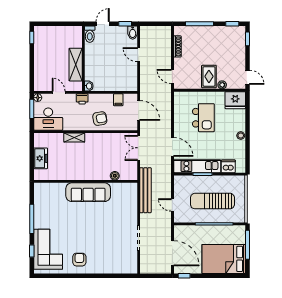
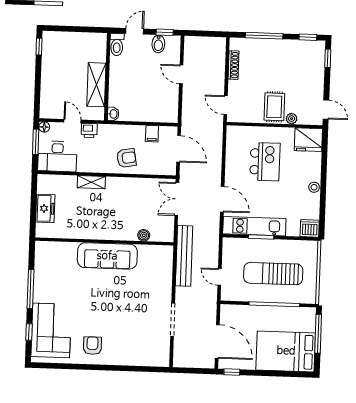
bidet: (133, 33) -> (158, 44), moved
printer: (82, 99) -> (89, 130), moved
dishwasher: (228, 166) -> (310, 228), moved

